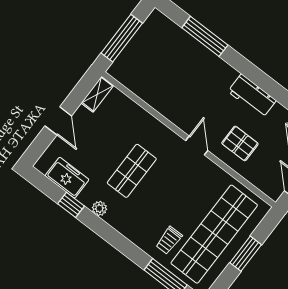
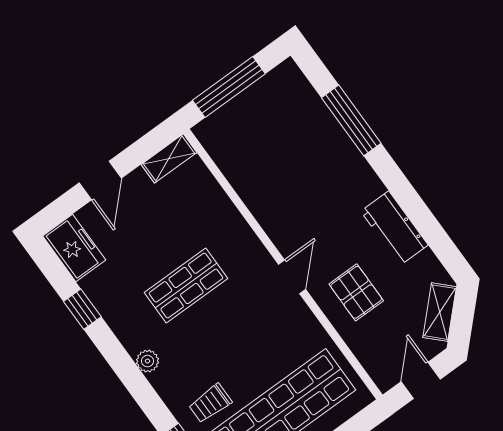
freezer: (67, 178) -> (74, 248), moved
plant: (99, 208) -> (147, 361), moved

